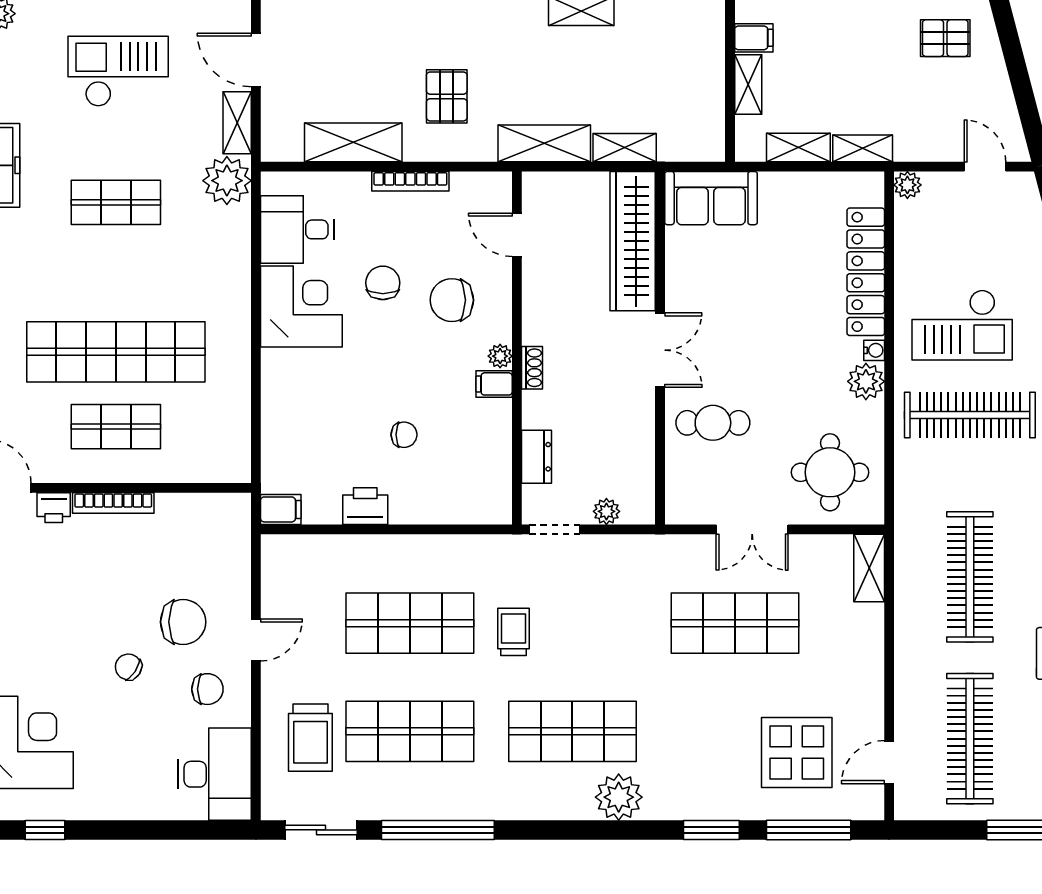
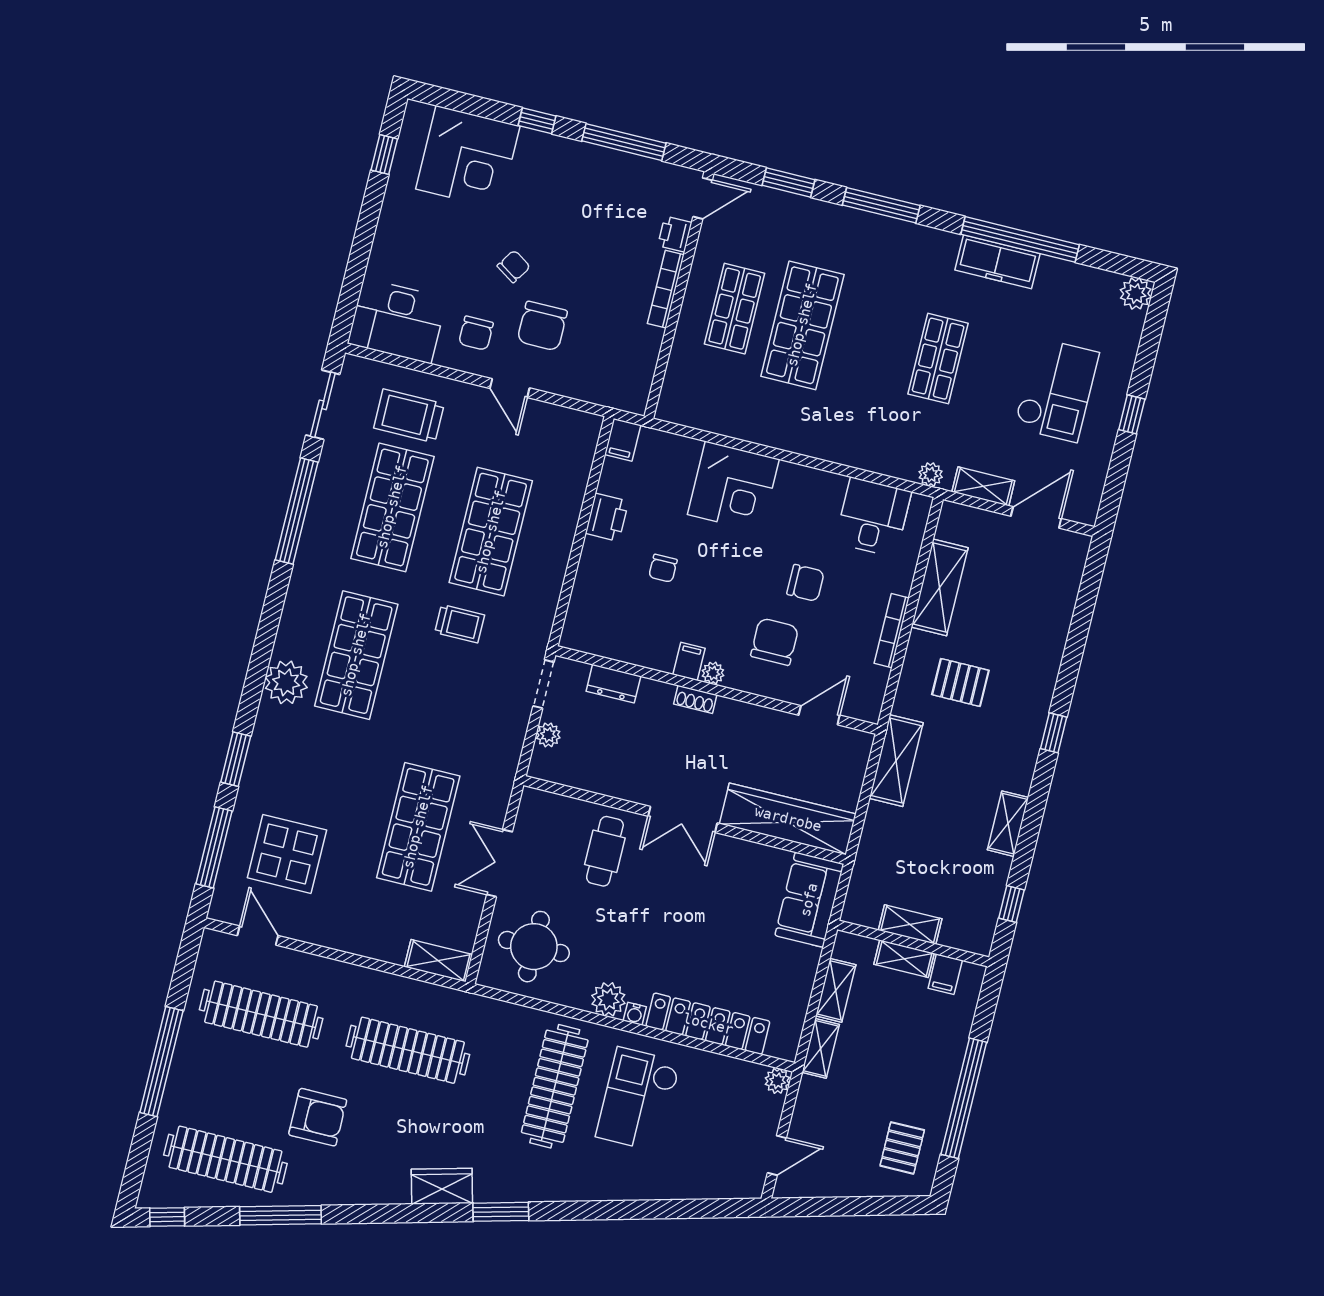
shelving: (625, 148) -> (910, 924), moved, turned 90
plant: (227, 181) -> (931, 475), width x0.53, depth x0.53
corner desk: (301, 307) -> (733, 487), moved
shop shelf: (116, 352) -> (802, 325), width x0.71

